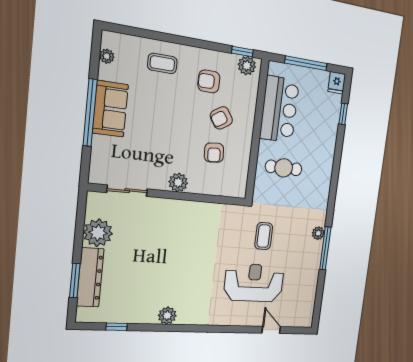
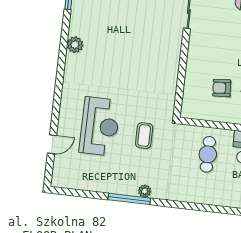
plant: (178, 182) -> (195, 56), removed
coffee table: (264, 236) -> (144, 136), turned 90

